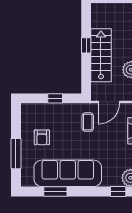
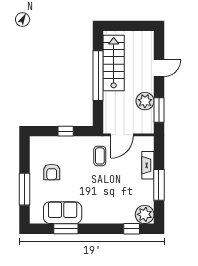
window: (86, 45) -> (98, 76), width x3.17
stairs: (101, 55) -> (114, 63), moved
sofa: (68, 173) -> (63, 213), width x0.54, depth x0.79

